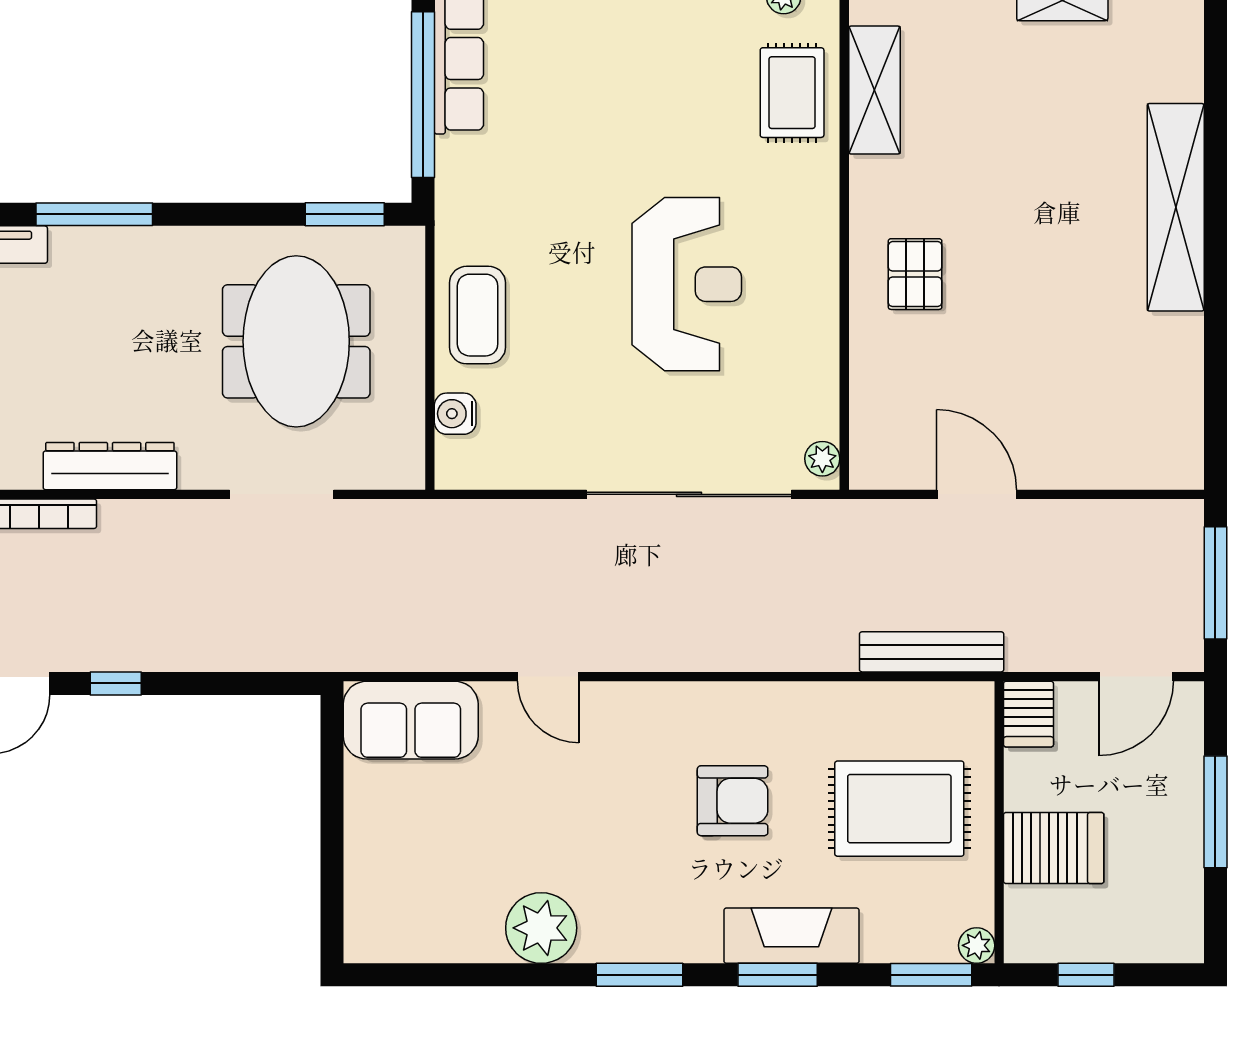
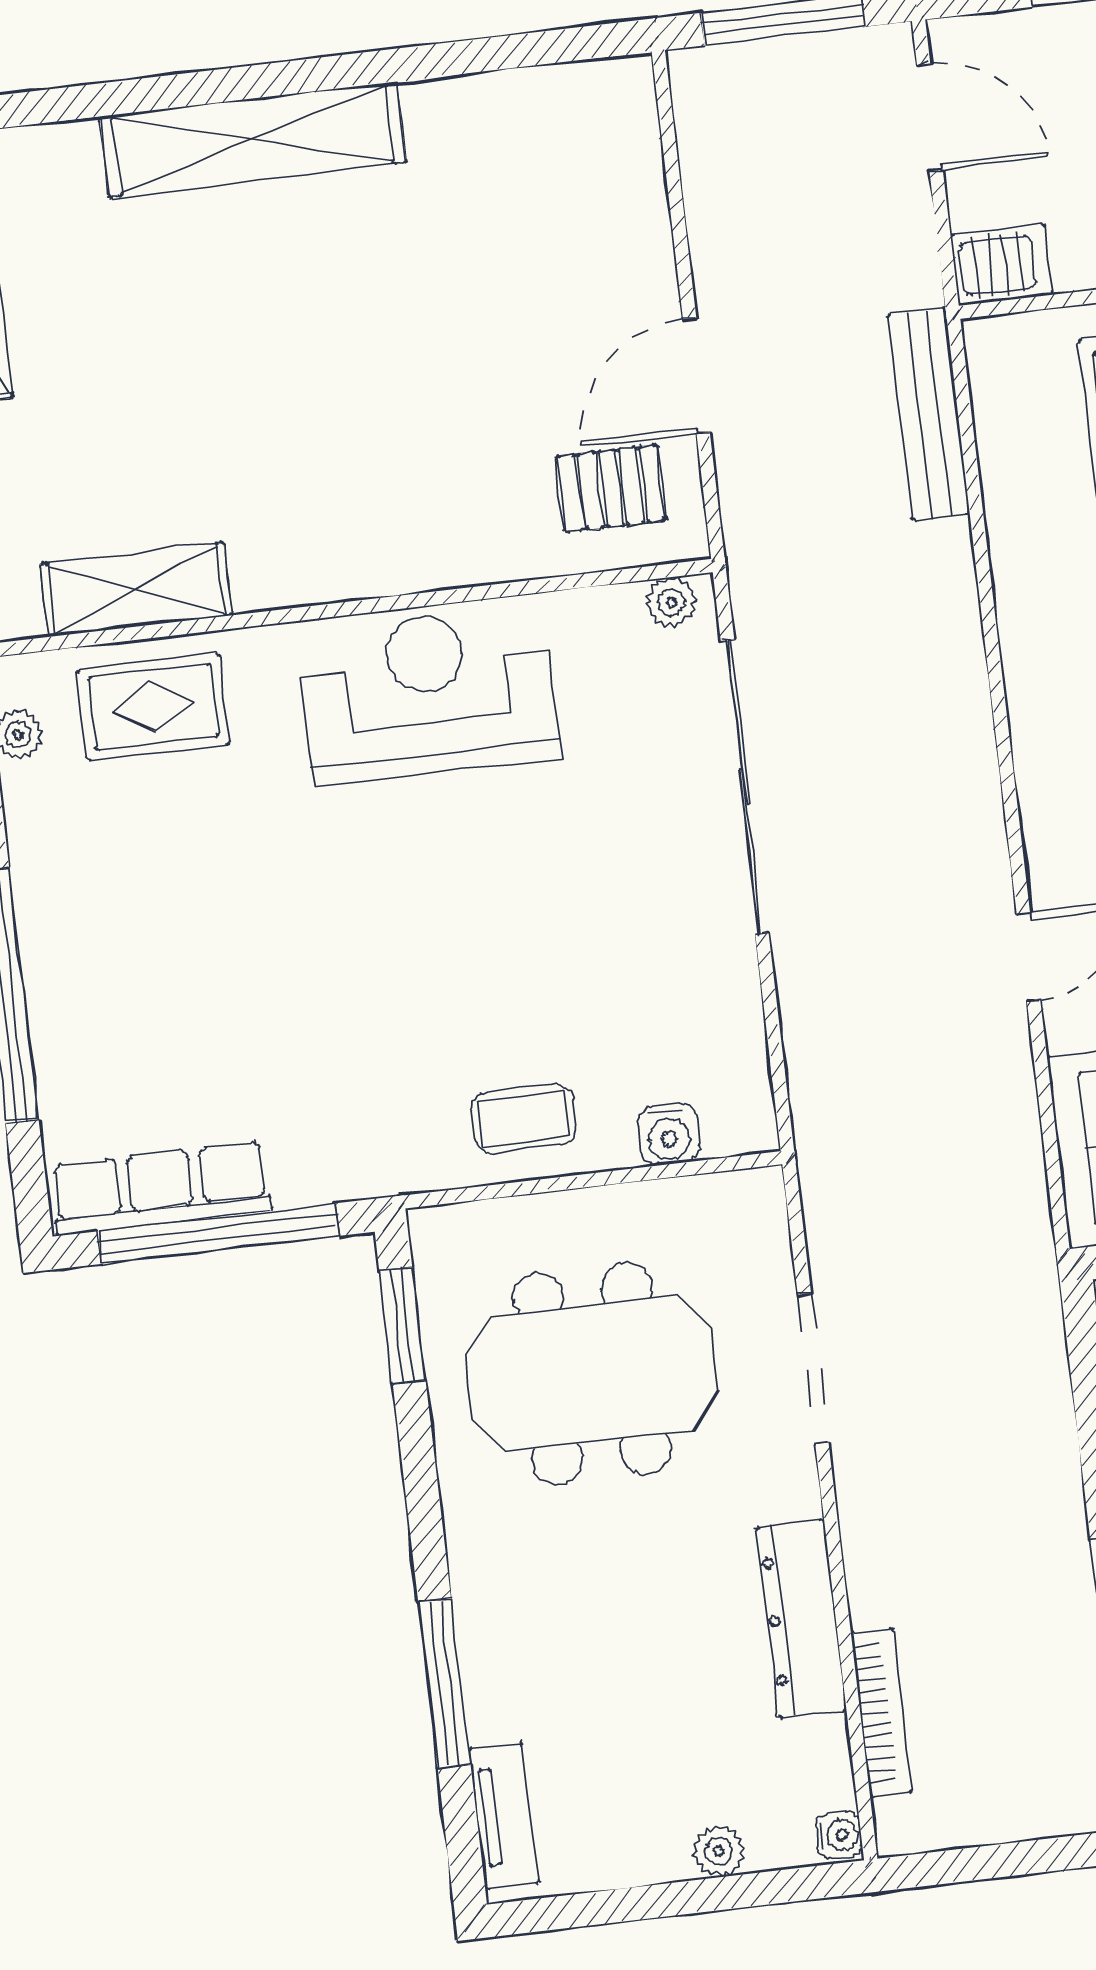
pallet: (915, 274) -> (611, 488), moved
reception desk: (687, 284) -> (429, 694), moved
coffee table: (478, 315) -> (524, 1119), width x0.73, depth x0.77

